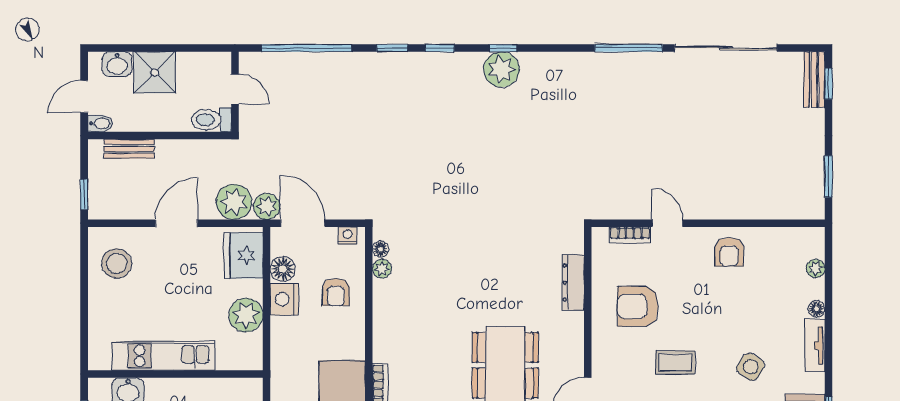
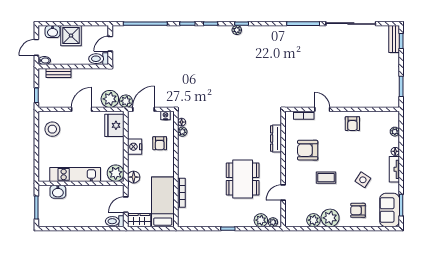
plant: (502, 69) -> (237, 30), width x0.53, depth x0.53
door: (235, 89) -> (110, 44), swing flipped
door: (303, 223) -> (143, 109), hinge flipped
floor lamp: (283, 269) -> (134, 177), moved
plant: (246, 315) -> (116, 173), moved

